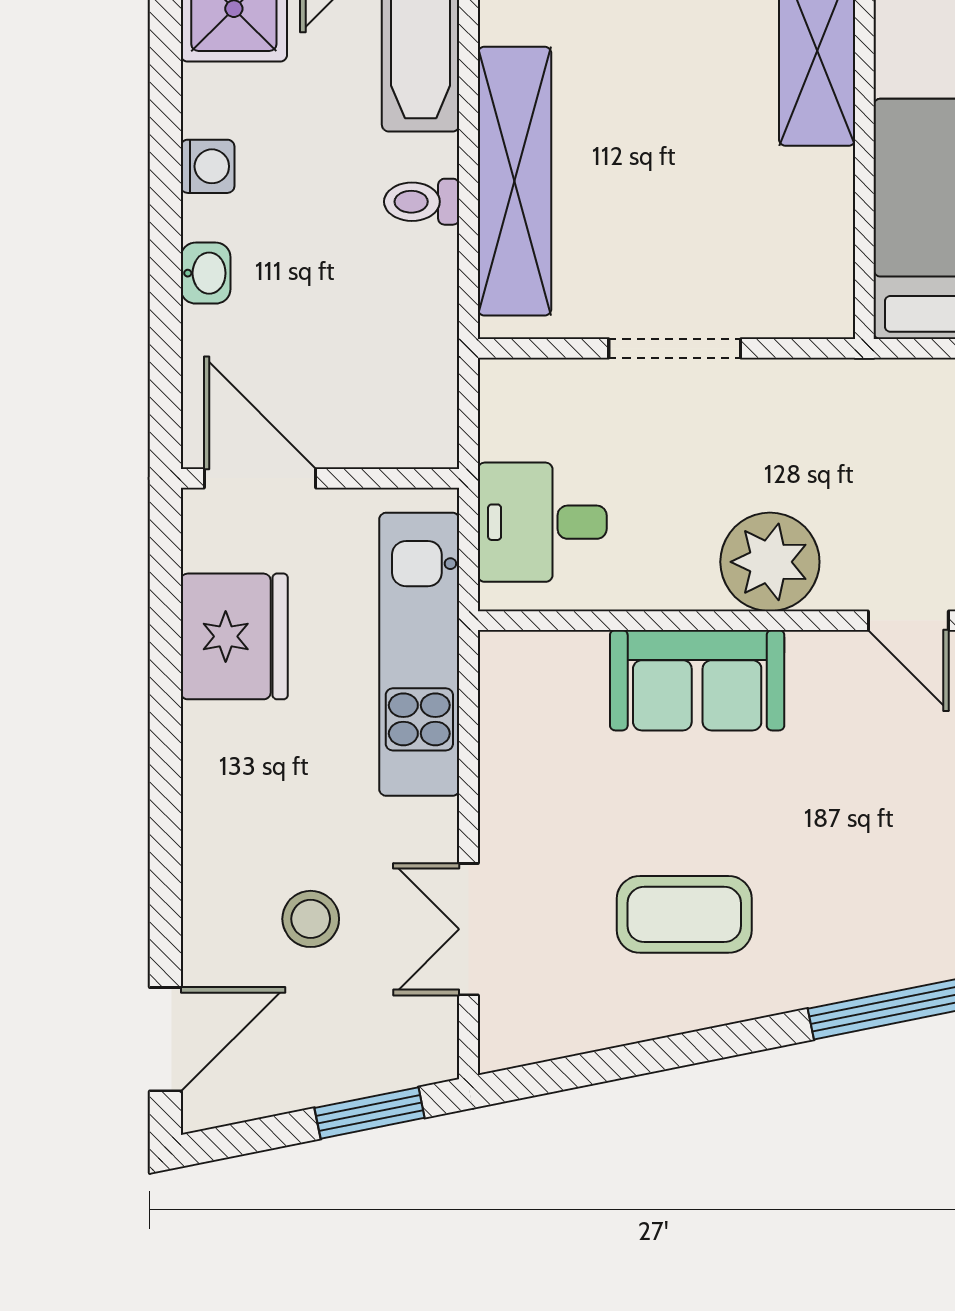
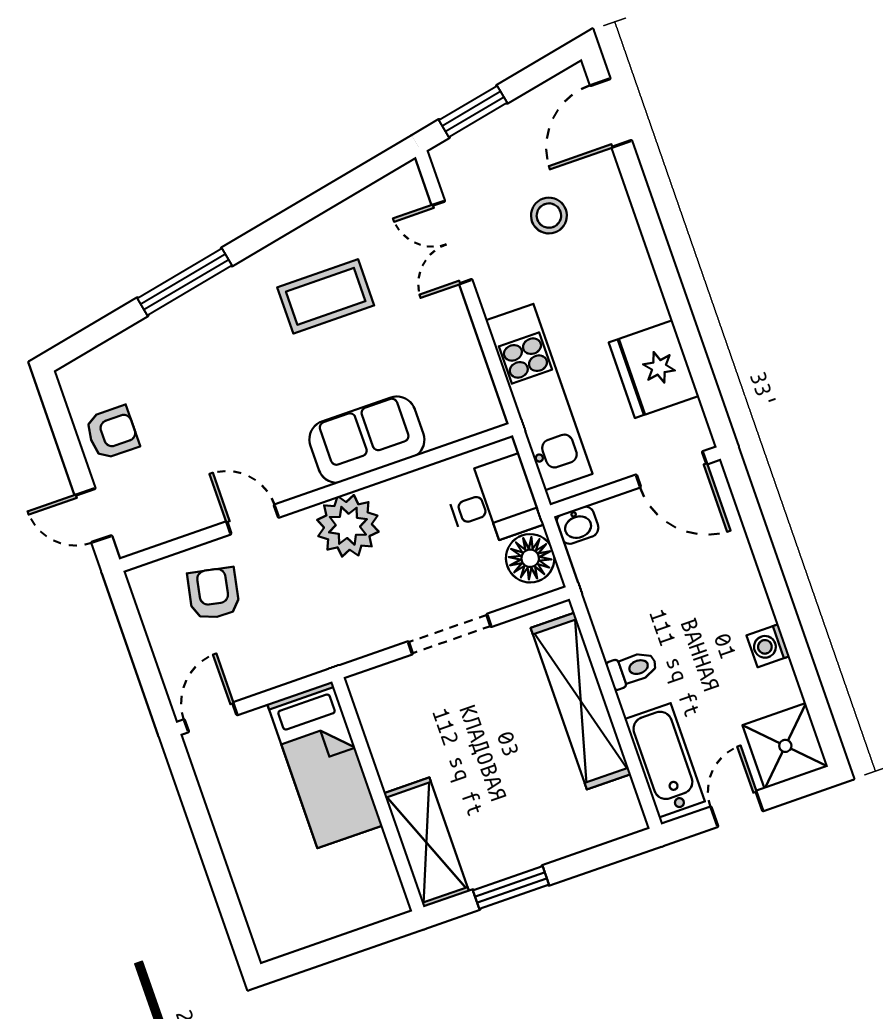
washbasin: (206, 273) -> (577, 525), moved, turned -90
floor lamp: (516, 419) -> (530, 558), added
double door: (469, 929) -> (452, 242), swing flipped

